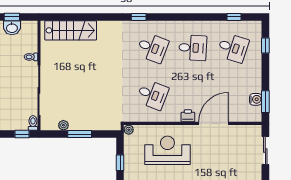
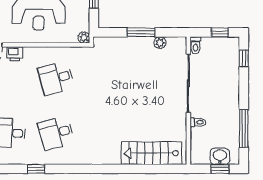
window: (139, 17) -> (36, 169), moved
desk: (152, 48) -> (56, 133), turned -36
desk: (152, 95) -> (56, 78), turned -36
window: (22, 134) -> (220, 32), moved

